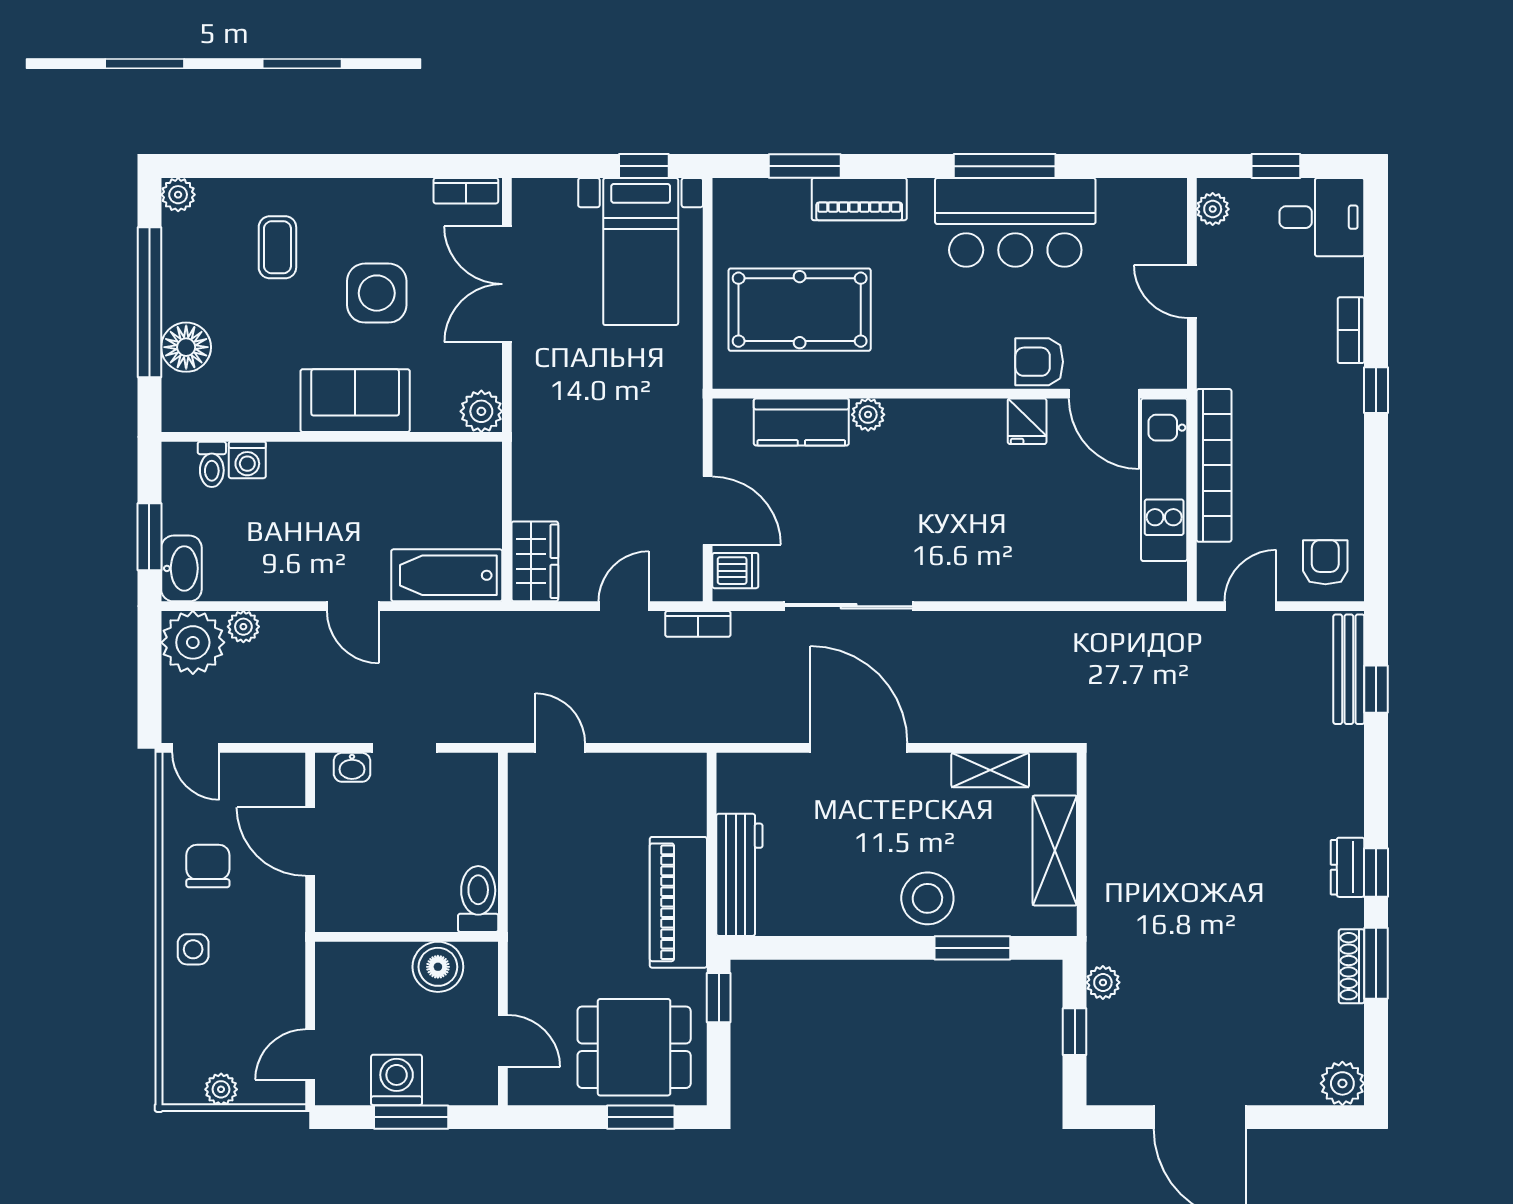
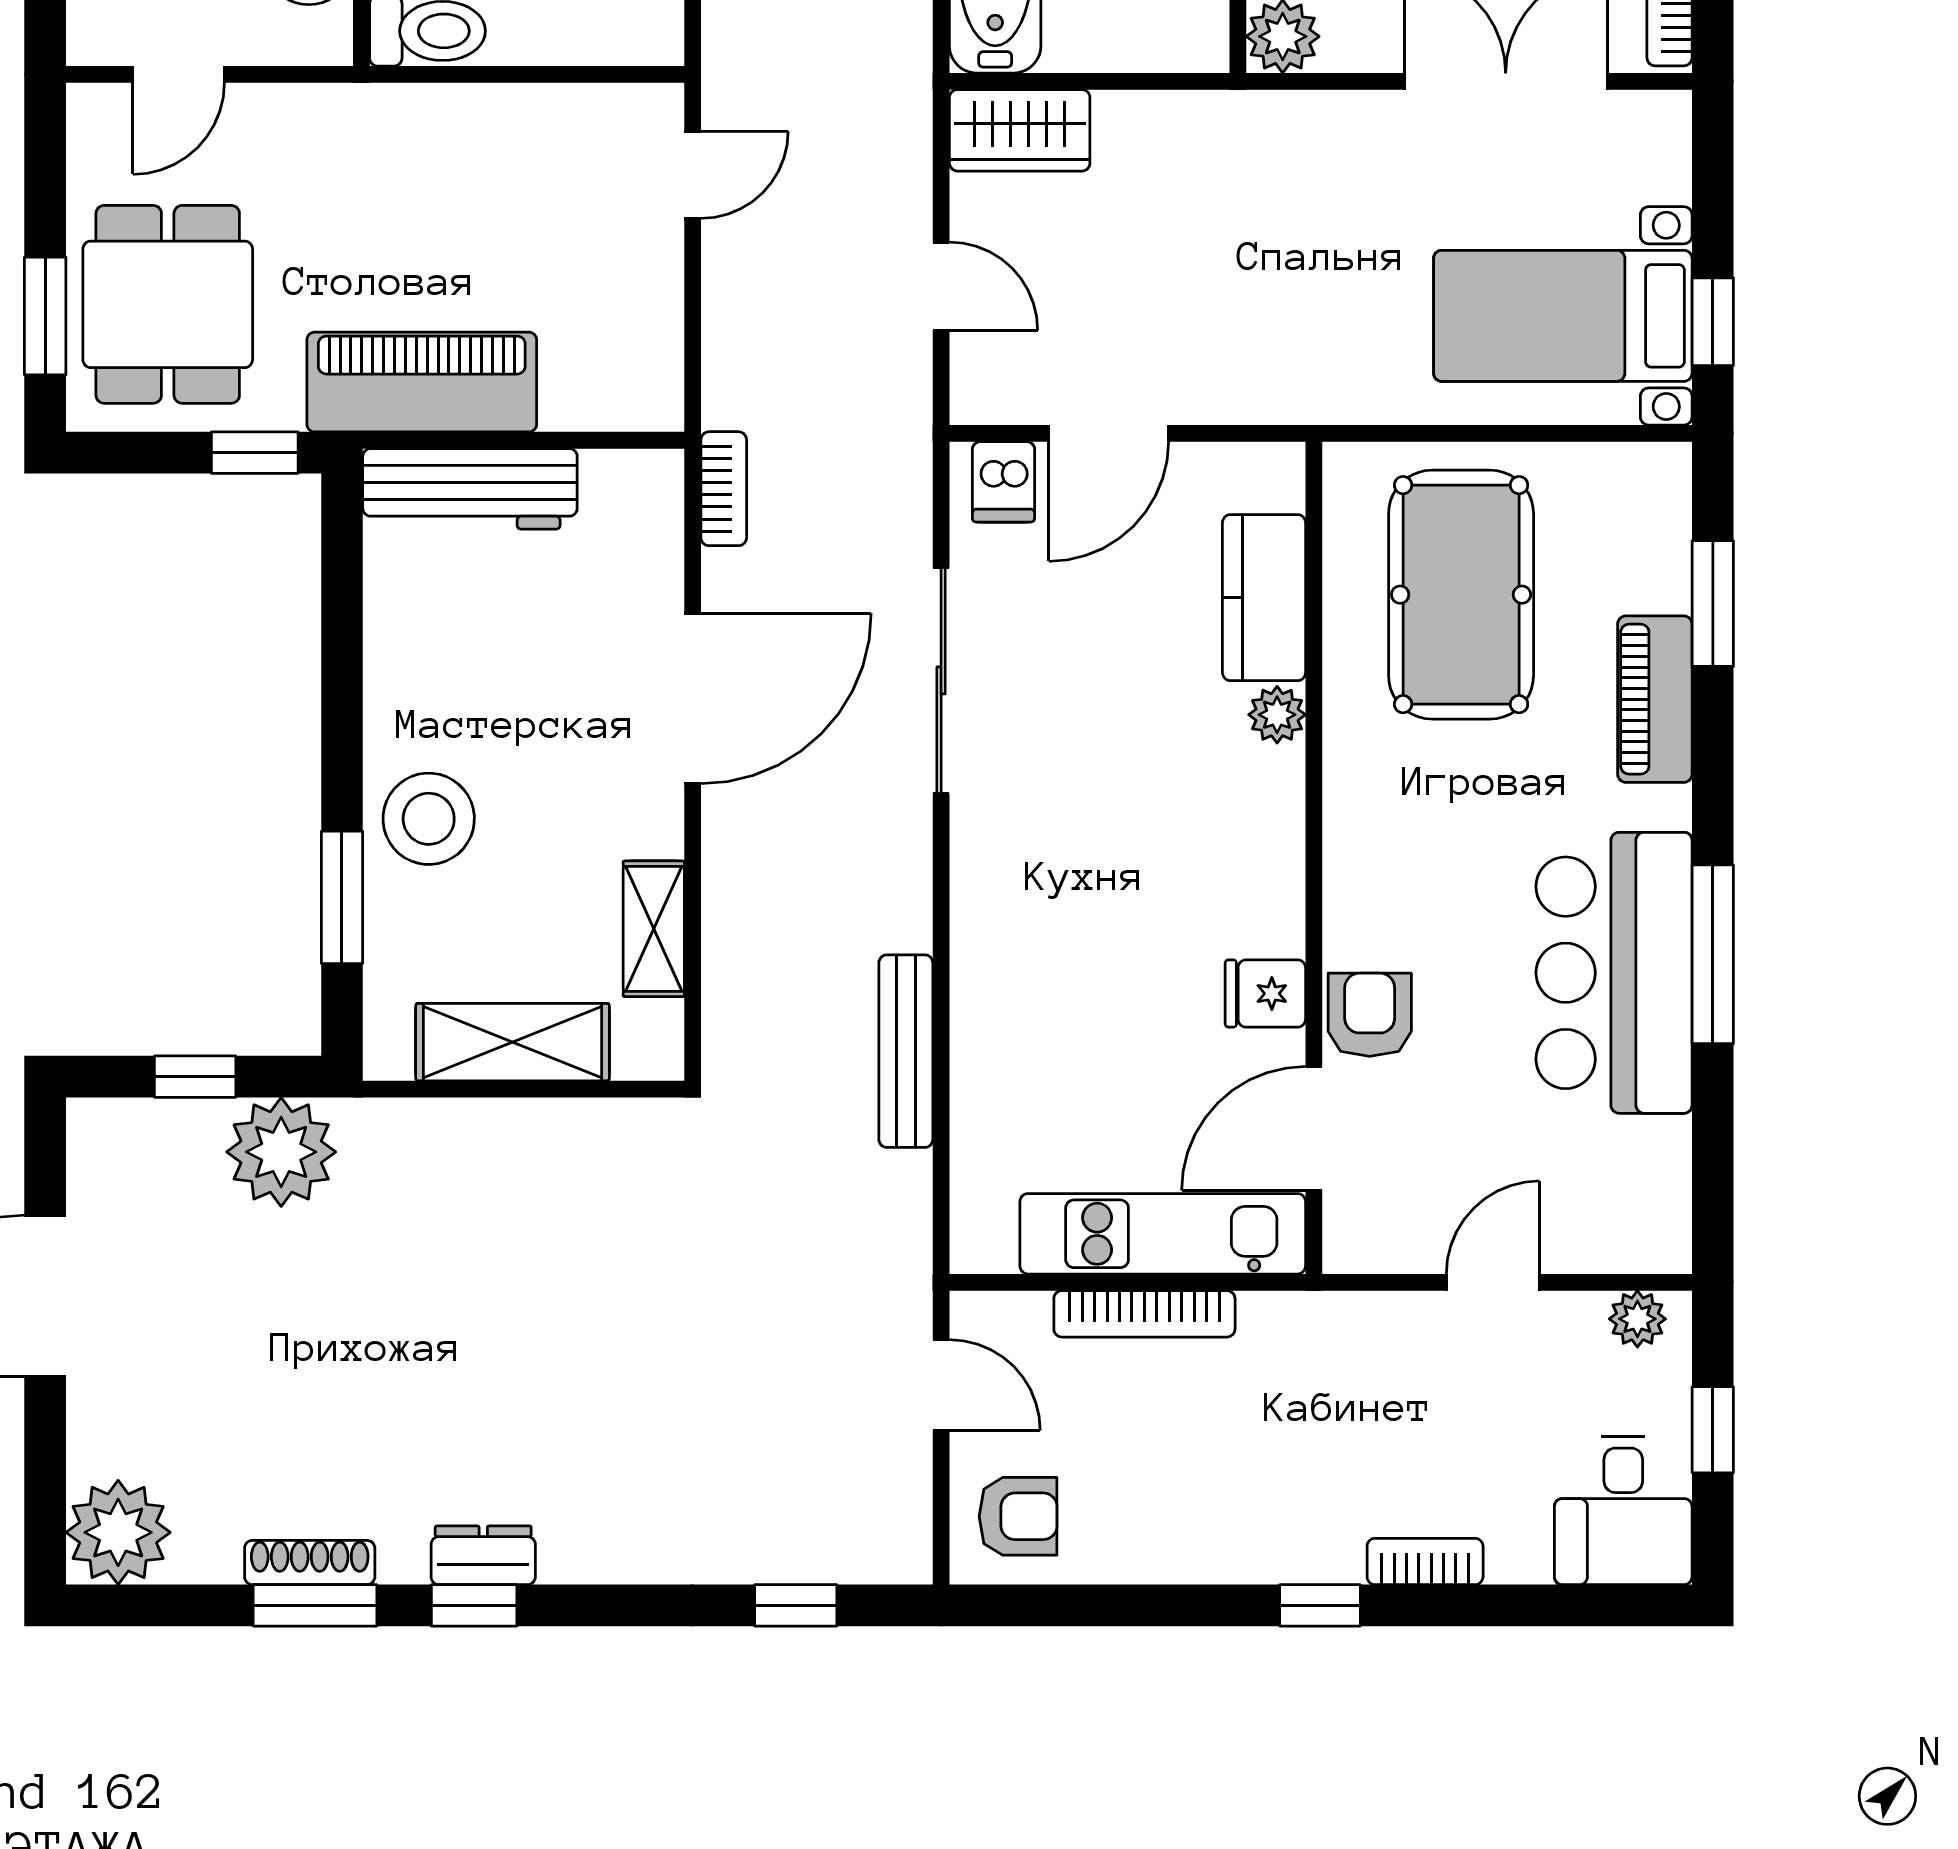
bookcase: (1214, 465) -> (1144, 1314), width x0.68, depth x0.76
bookcase: (698, 624) -> (724, 489), moved, turned 180
bench: (1349, 669) -> (906, 1051), moved, turned 90
plant: (1103, 982) -> (281, 1152), width x1.87, depth x1.87
plant: (1342, 1083) -> (118, 1532), width x1.36, depth x1.36

